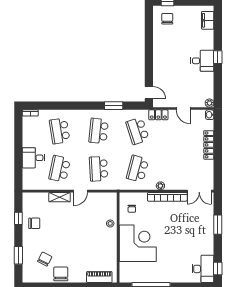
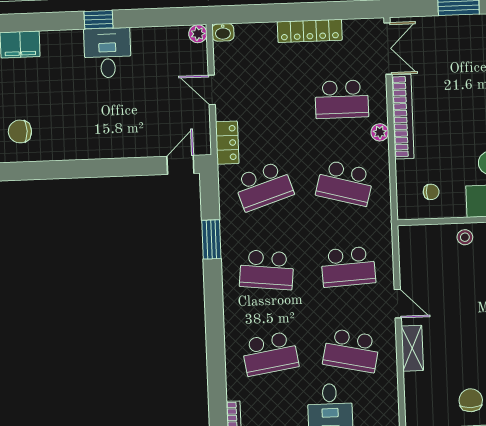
door: (183, 109) -> (212, 90), swing flipped
locker: (209, 145) -> (310, 31), moved
school desk: (177, 169) -> (342, 99), added

